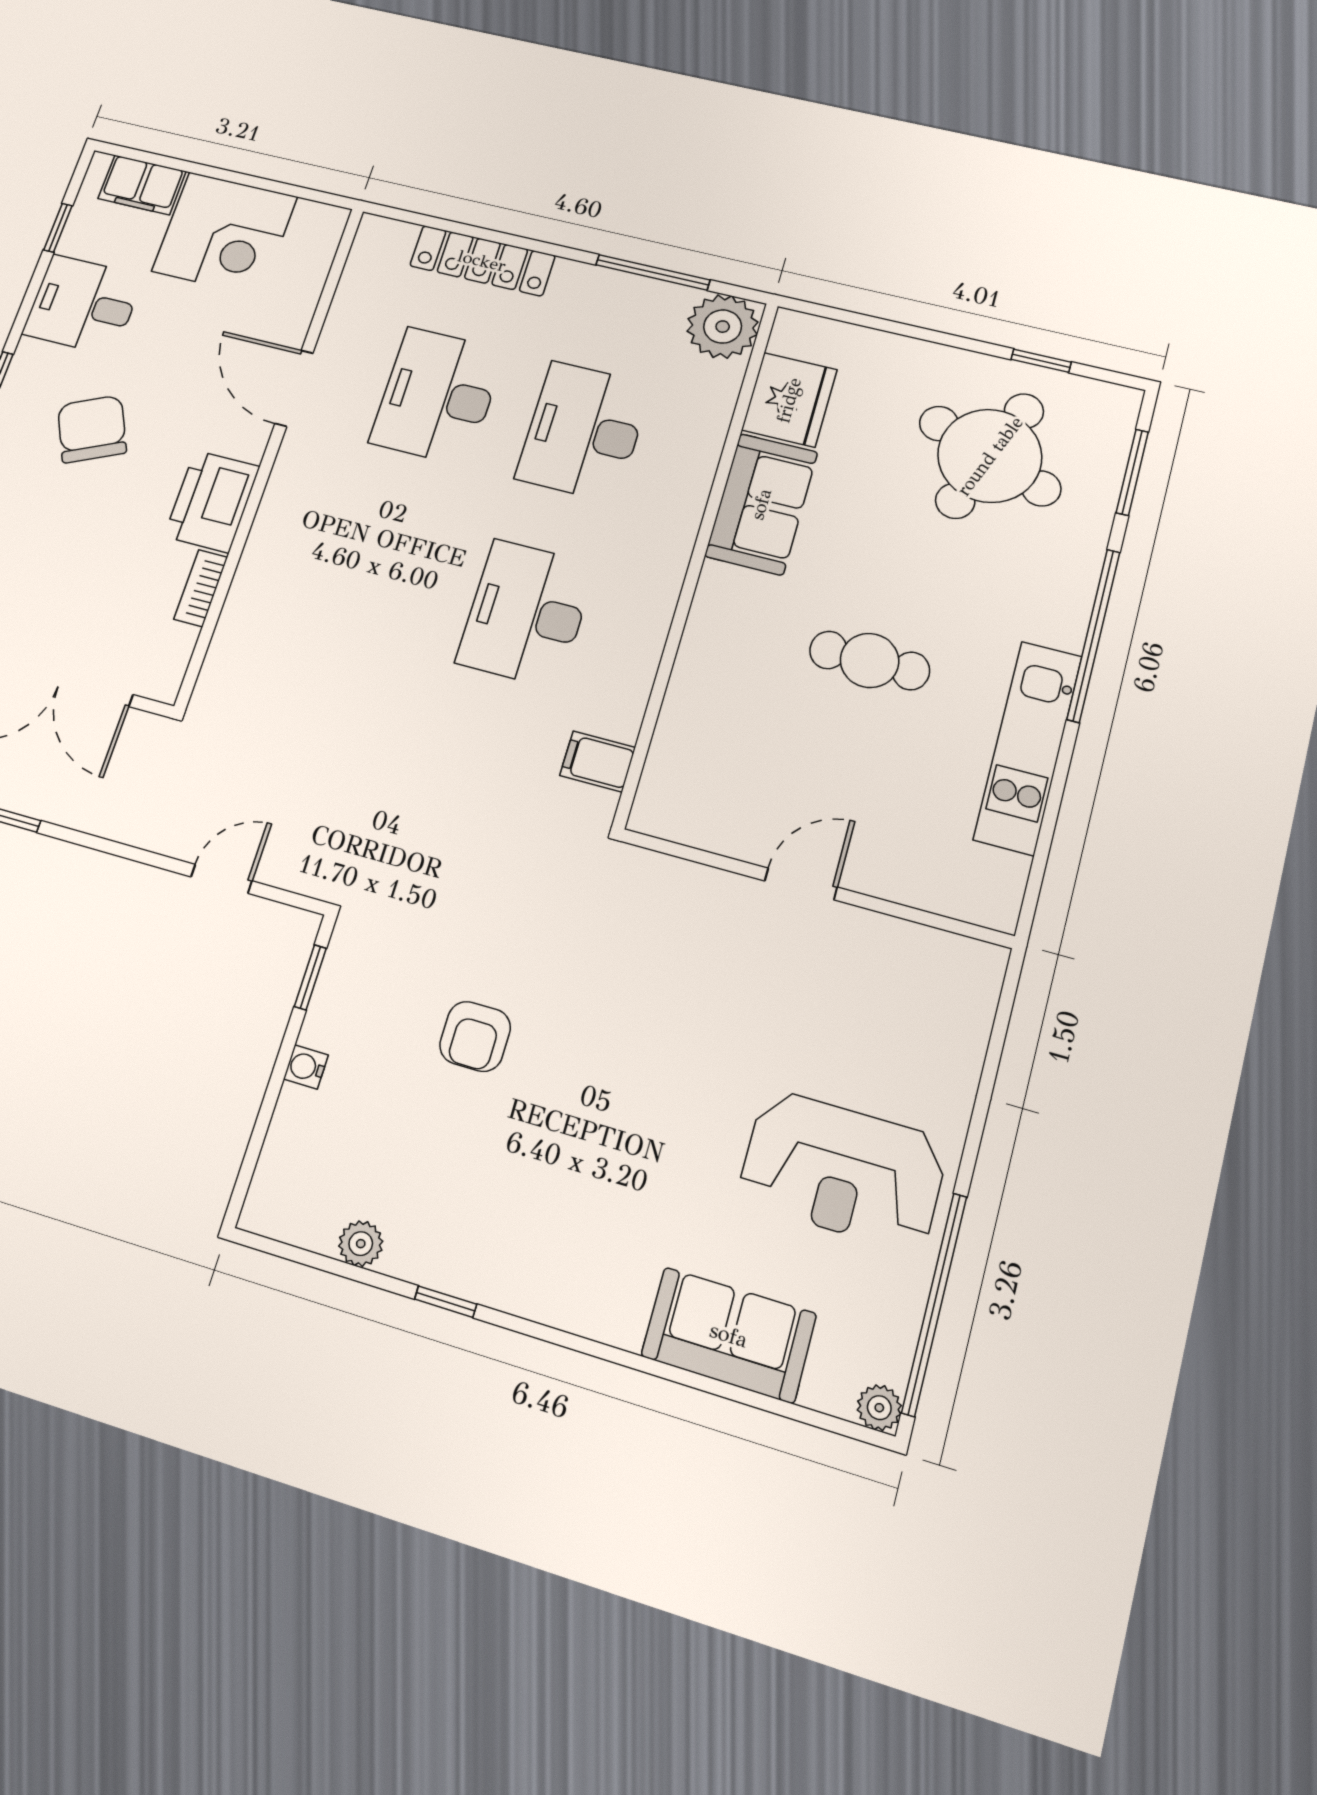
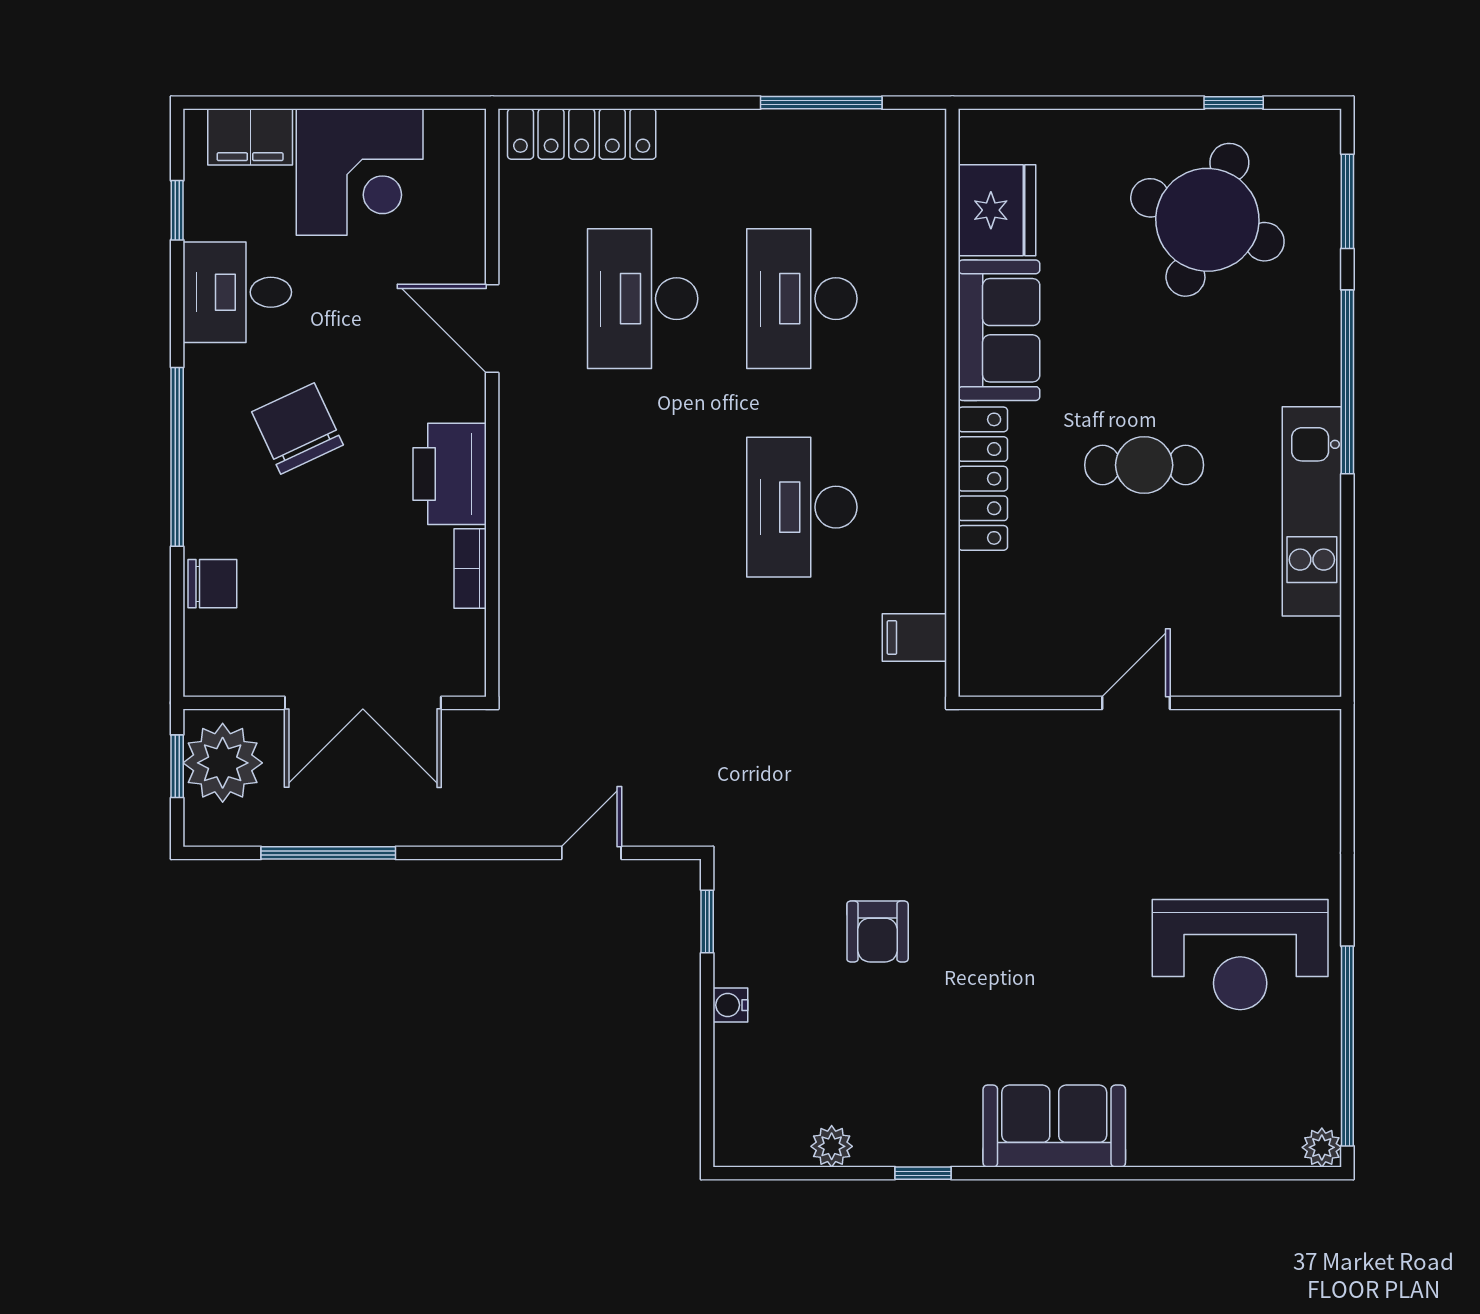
locker: (482, 261) -> (582, 134), moved
plant: (723, 327) -> (909, 146), removed
locker: (707, 632) -> (983, 479), added
sofa: (729, 1335) -> (1054, 1126), moved

